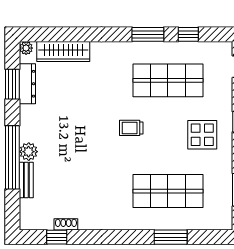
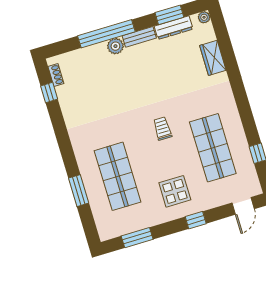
window: (148, 34) -> (247, 119), removed
wardrobe: (63, 52) -> (213, 58), width x0.67
bench: (26, 180) -> (139, 37), moved
shoe rack: (66, 224) -> (56, 75), moved

